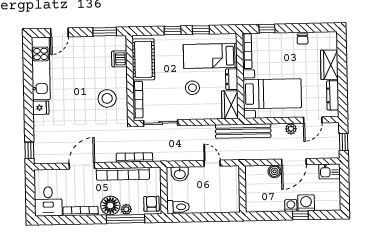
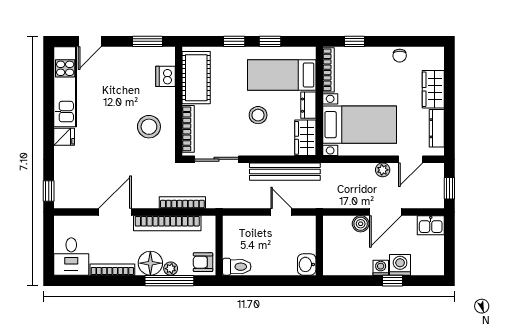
bench: (243, 131) -> (285, 172), moved
washbasin: (180, 174) -> (307, 264), moved, turned 90
armchair: (152, 204) -> (203, 262), turned -90

